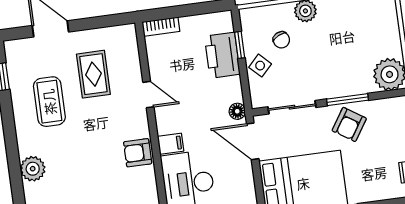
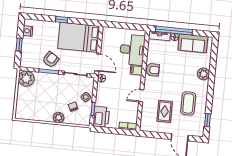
printer: (222, 55) -> (101, 117), moved
door: (148, 95) -> (141, 96), hinge flipped

